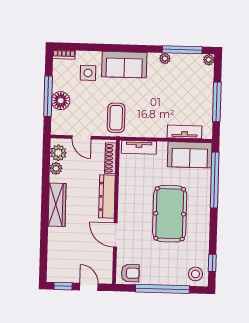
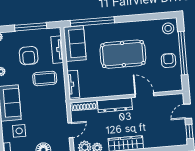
armchair: (181, 95) -> (29, 56), added
coffee table: (116, 118) -> (45, 78), moved
door: (115, 235) -> (144, 95), swing flipped
window: (212, 263) -> (158, 16), removed
armchair: (130, 273) -> (168, 60), moved

